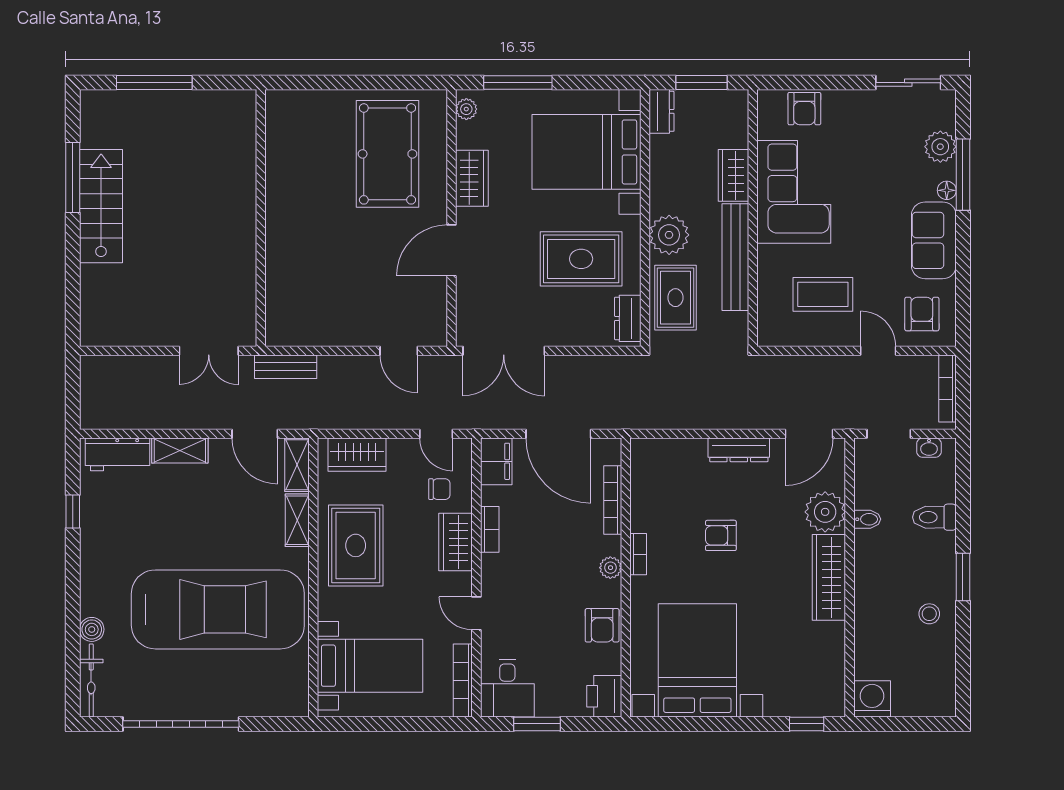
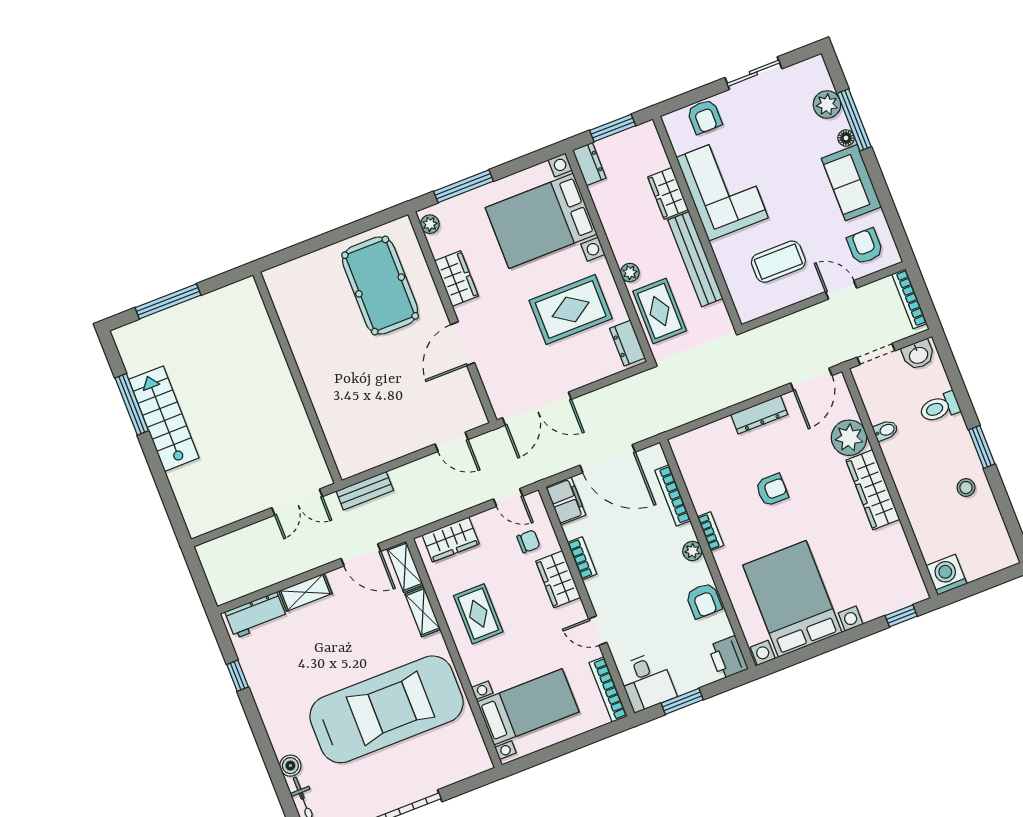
sliding door: (908, 83) -> (753, 73), moved
plant: (669, 235) -> (630, 273), width x0.53, depth x0.53
washbasin: (929, 448) -> (918, 355), width x1.38, depth x1.45
armchair: (721, 535) -> (772, 490), turned 180
rug: (356, 545) -> (478, 614), width x0.73, depth x0.70

